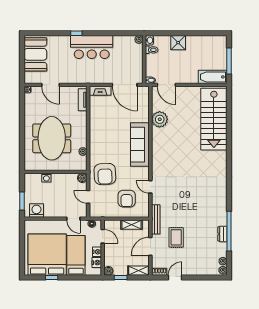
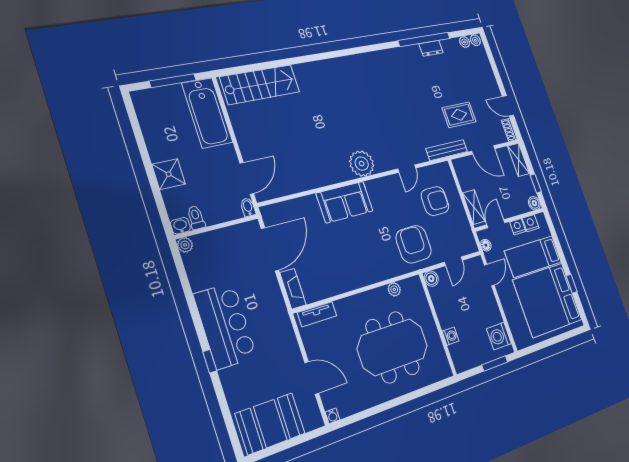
bathtub: (213, 77) -> (207, 113), width x1.36, depth x1.36
door: (51, 85) -> (312, 378), hinge flipped
plant: (160, 119) -> (362, 164), moved
stairs: (214, 119) -> (260, 84), width x0.73, depth x0.66
sofa: (140, 145) -> (345, 202), width x0.73
armchair: (105, 174) -> (414, 244), turned -87
shelving: (132, 225) -> (474, 207), moved

